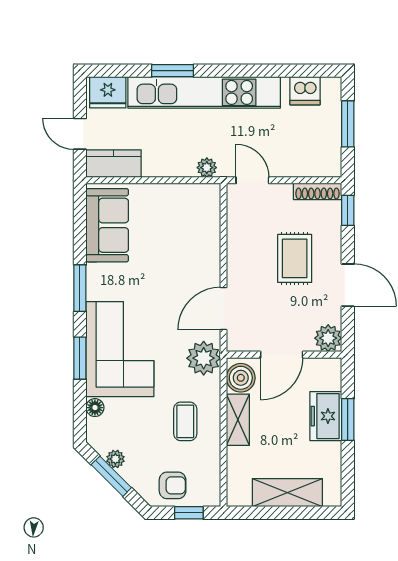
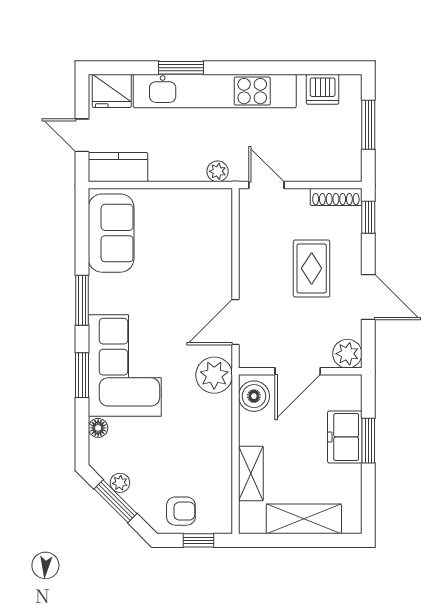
shelving: (238, 420) -> (251, 474), moved
coffee table: (185, 421) -> (195, 443), removed

